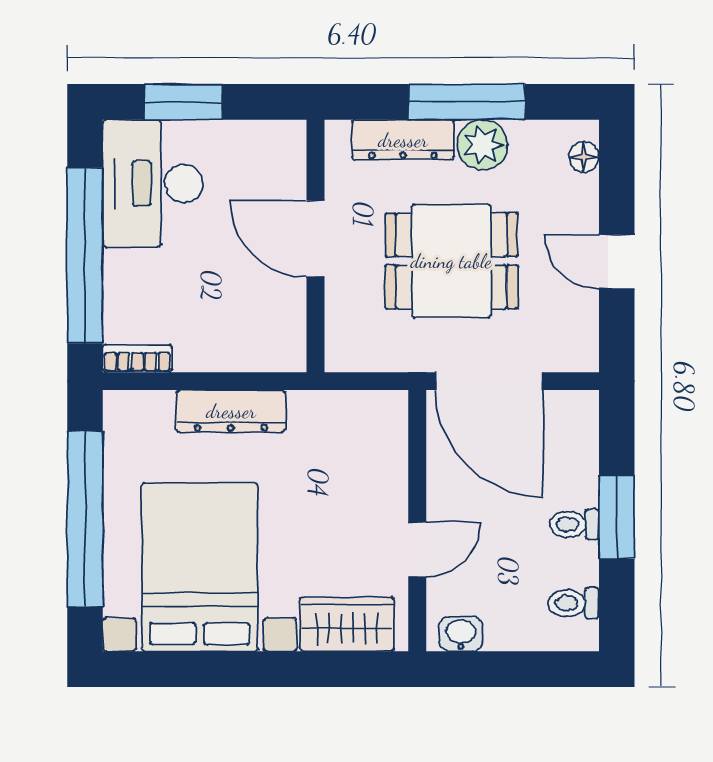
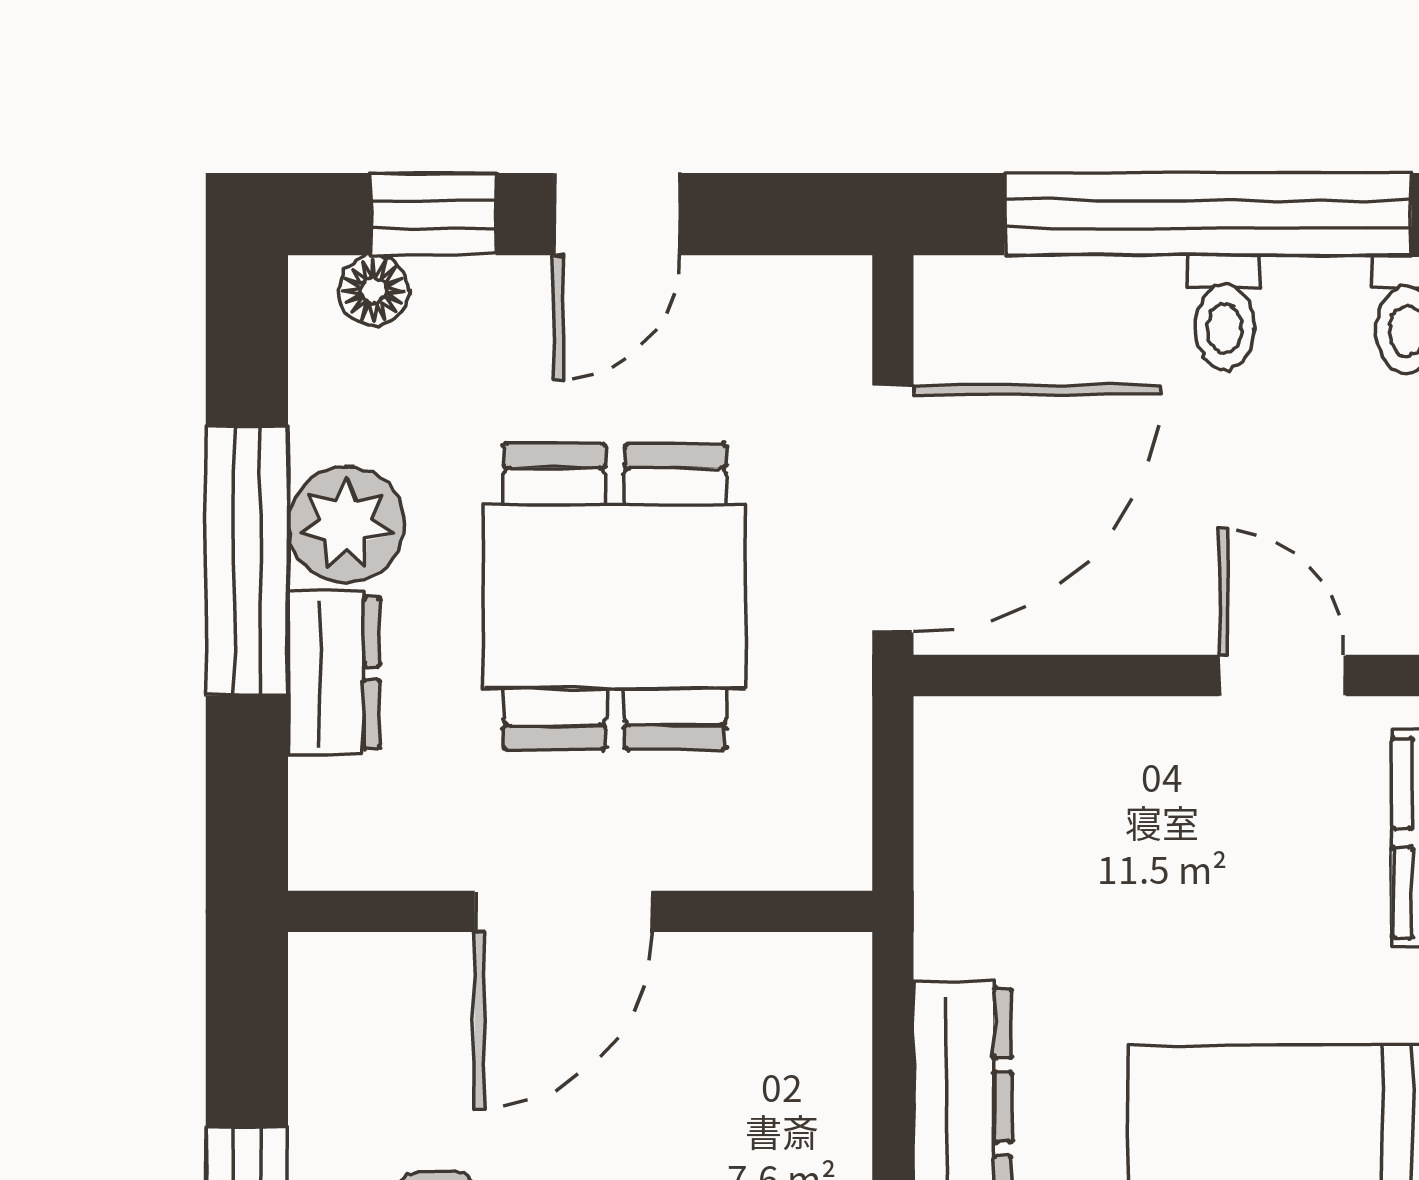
dresser: (403, 140) -> (334, 673), width x0.70
window: (617, 183) -> (433, 214), added
window: (617, 517) -> (1208, 214), width x2.11

